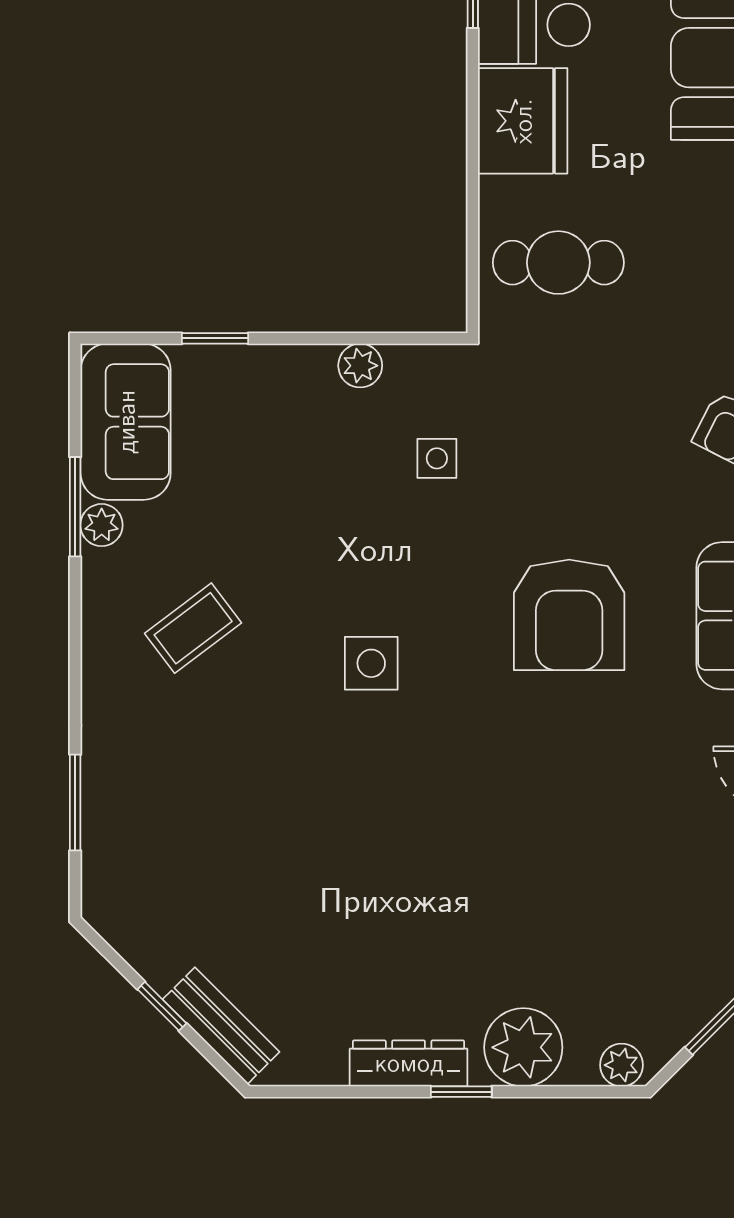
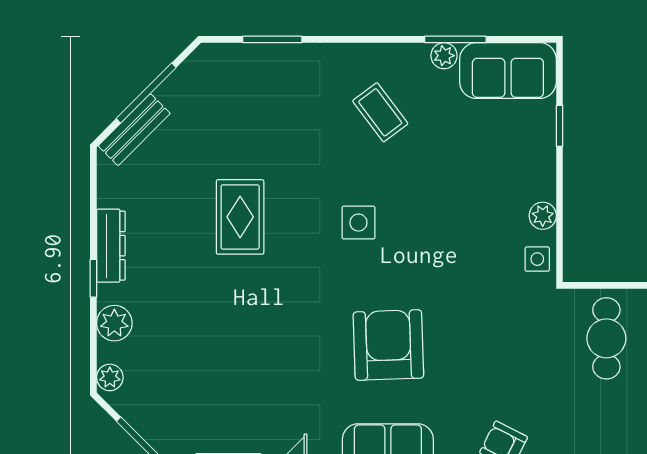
side table: (437, 458) -> (537, 259), moved
armchair: (569, 615) -> (388, 345), turned 88
rug: (362, 855) -> (240, 217), added
window: (162, 1006) -> (146, 93), width x2.17
plant: (523, 1047) -> (114, 323), width x0.73, depth x0.73

